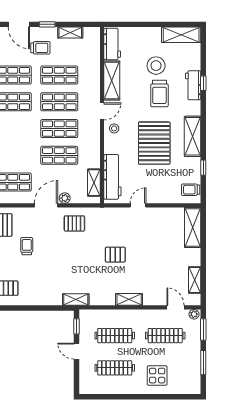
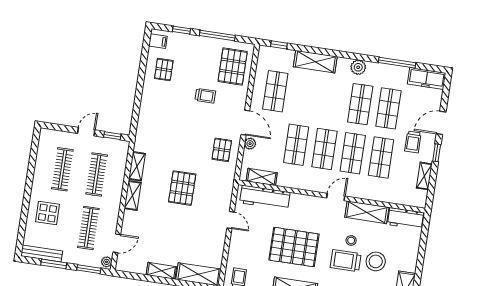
door: (102, 111) -> (336, 197), swing flipped
stool: (114, 128) -> (351, 240), moved
pallet: (115, 255) -> (182, 188), width x1.50, depth x1.42
shelving: (195, 280) -> (161, 271), moved
shelving: (76, 299) -> (137, 166), moved
bench: (195, 375) -> (42, 254), added

